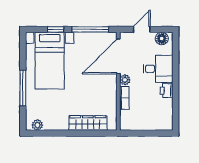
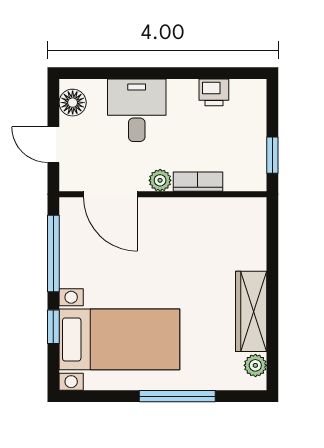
door: (118, 56) -> (110, 194), width x0.73
printer: (167, 91) -> (214, 92), moved
wardrobe: (88, 123) -> (251, 311), moved
window: (137, 133) -> (272, 155), added

